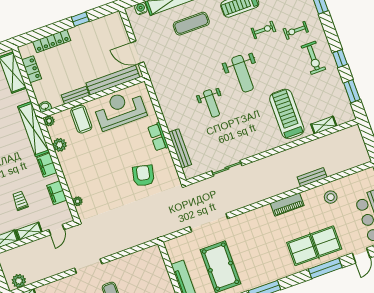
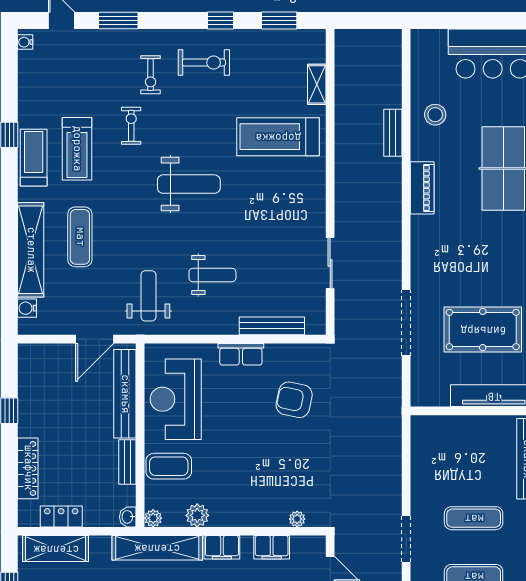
weight bench: (172, 74) -> (148, 296), added
weight bench: (212, 103) -> (212, 275), moved

